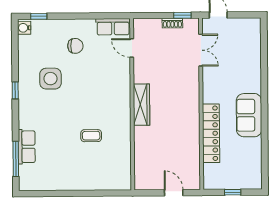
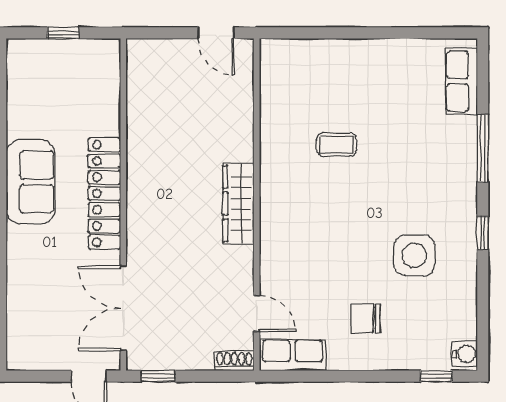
shoe rack: (172, 23) -> (234, 361), moved
double door: (201, 50) -> (123, 308), width x1.37
locker: (211, 133) -> (104, 193), moved
row of seats: (27, 147) -> (461, 81), moved
window: (16, 159) -> (483, 148), moved
door: (174, 193) -> (216, 33), moved

